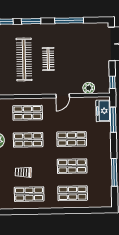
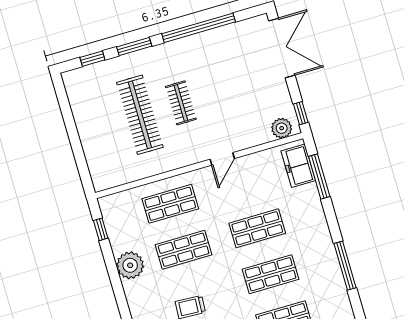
window: (69, 20) -> (199, 28), width x1.46
plant: (89, 88) -> (282, 128), moved

